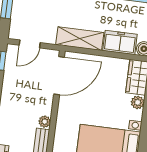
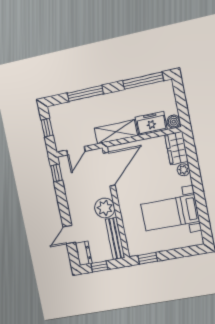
plant: (45, 122) -> (105, 208), width x1.88, depth x1.88

